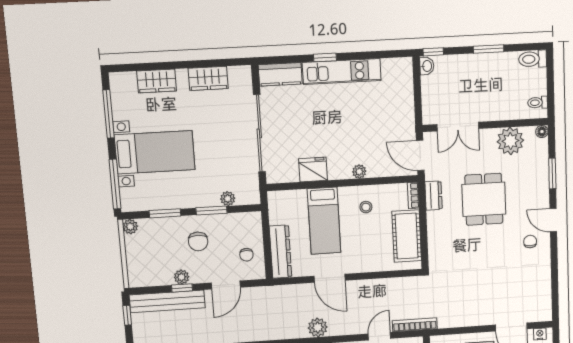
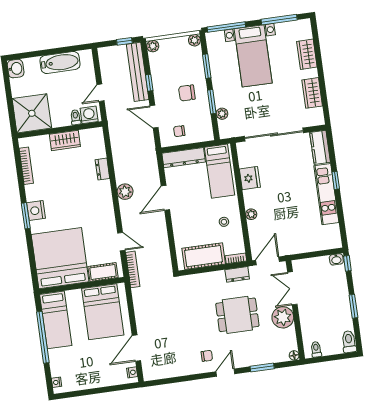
plant: (510, 141) -> (283, 317), moved
bed: (324, 221) -> (220, 171), moved, turned -90
plant: (182, 277) -> (153, 46), moved

